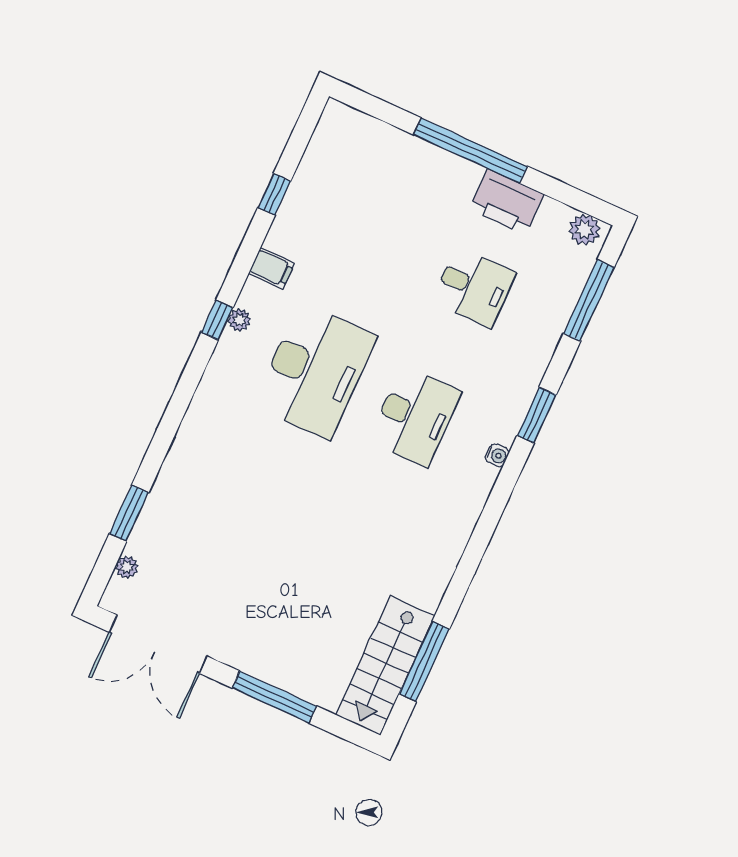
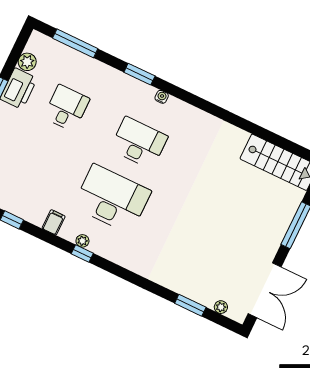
plant: (584, 230) -> (27, 62), moved
window: (424, 662) -> (277, 140), removed

